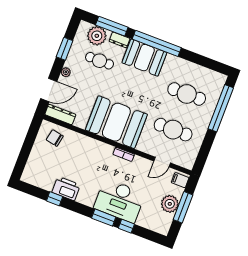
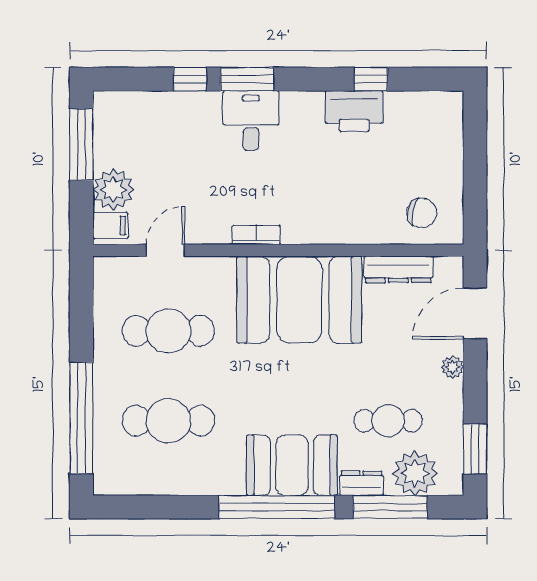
window: (65, 49) -> (475, 449), moved
dresser: (60, 114) -> (398, 269), moved
desk: (119, 201) -> (251, 120), width x0.53, depth x0.77
plant: (170, 204) -> (113, 190), moved
window: (183, 207) -> (81, 144), moved

